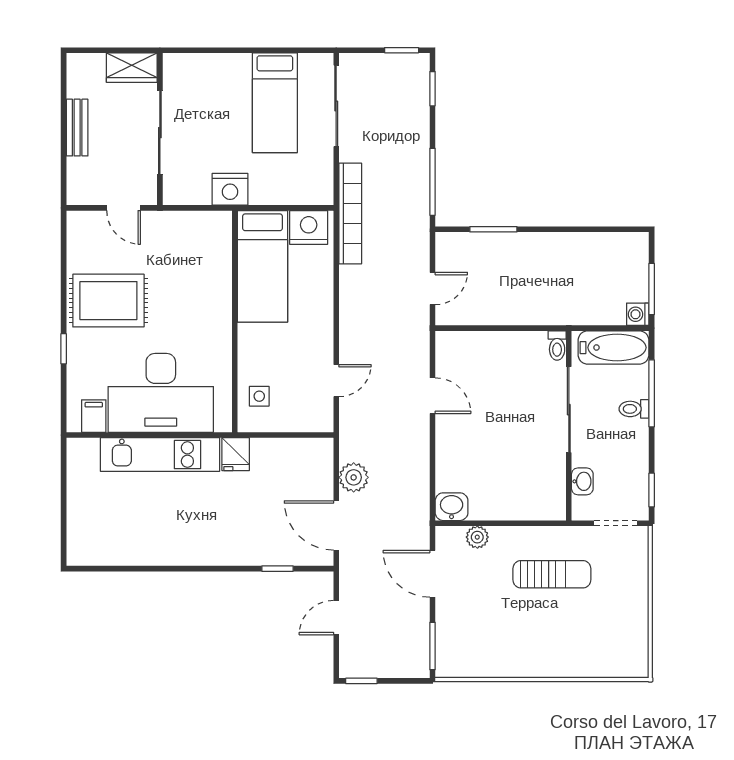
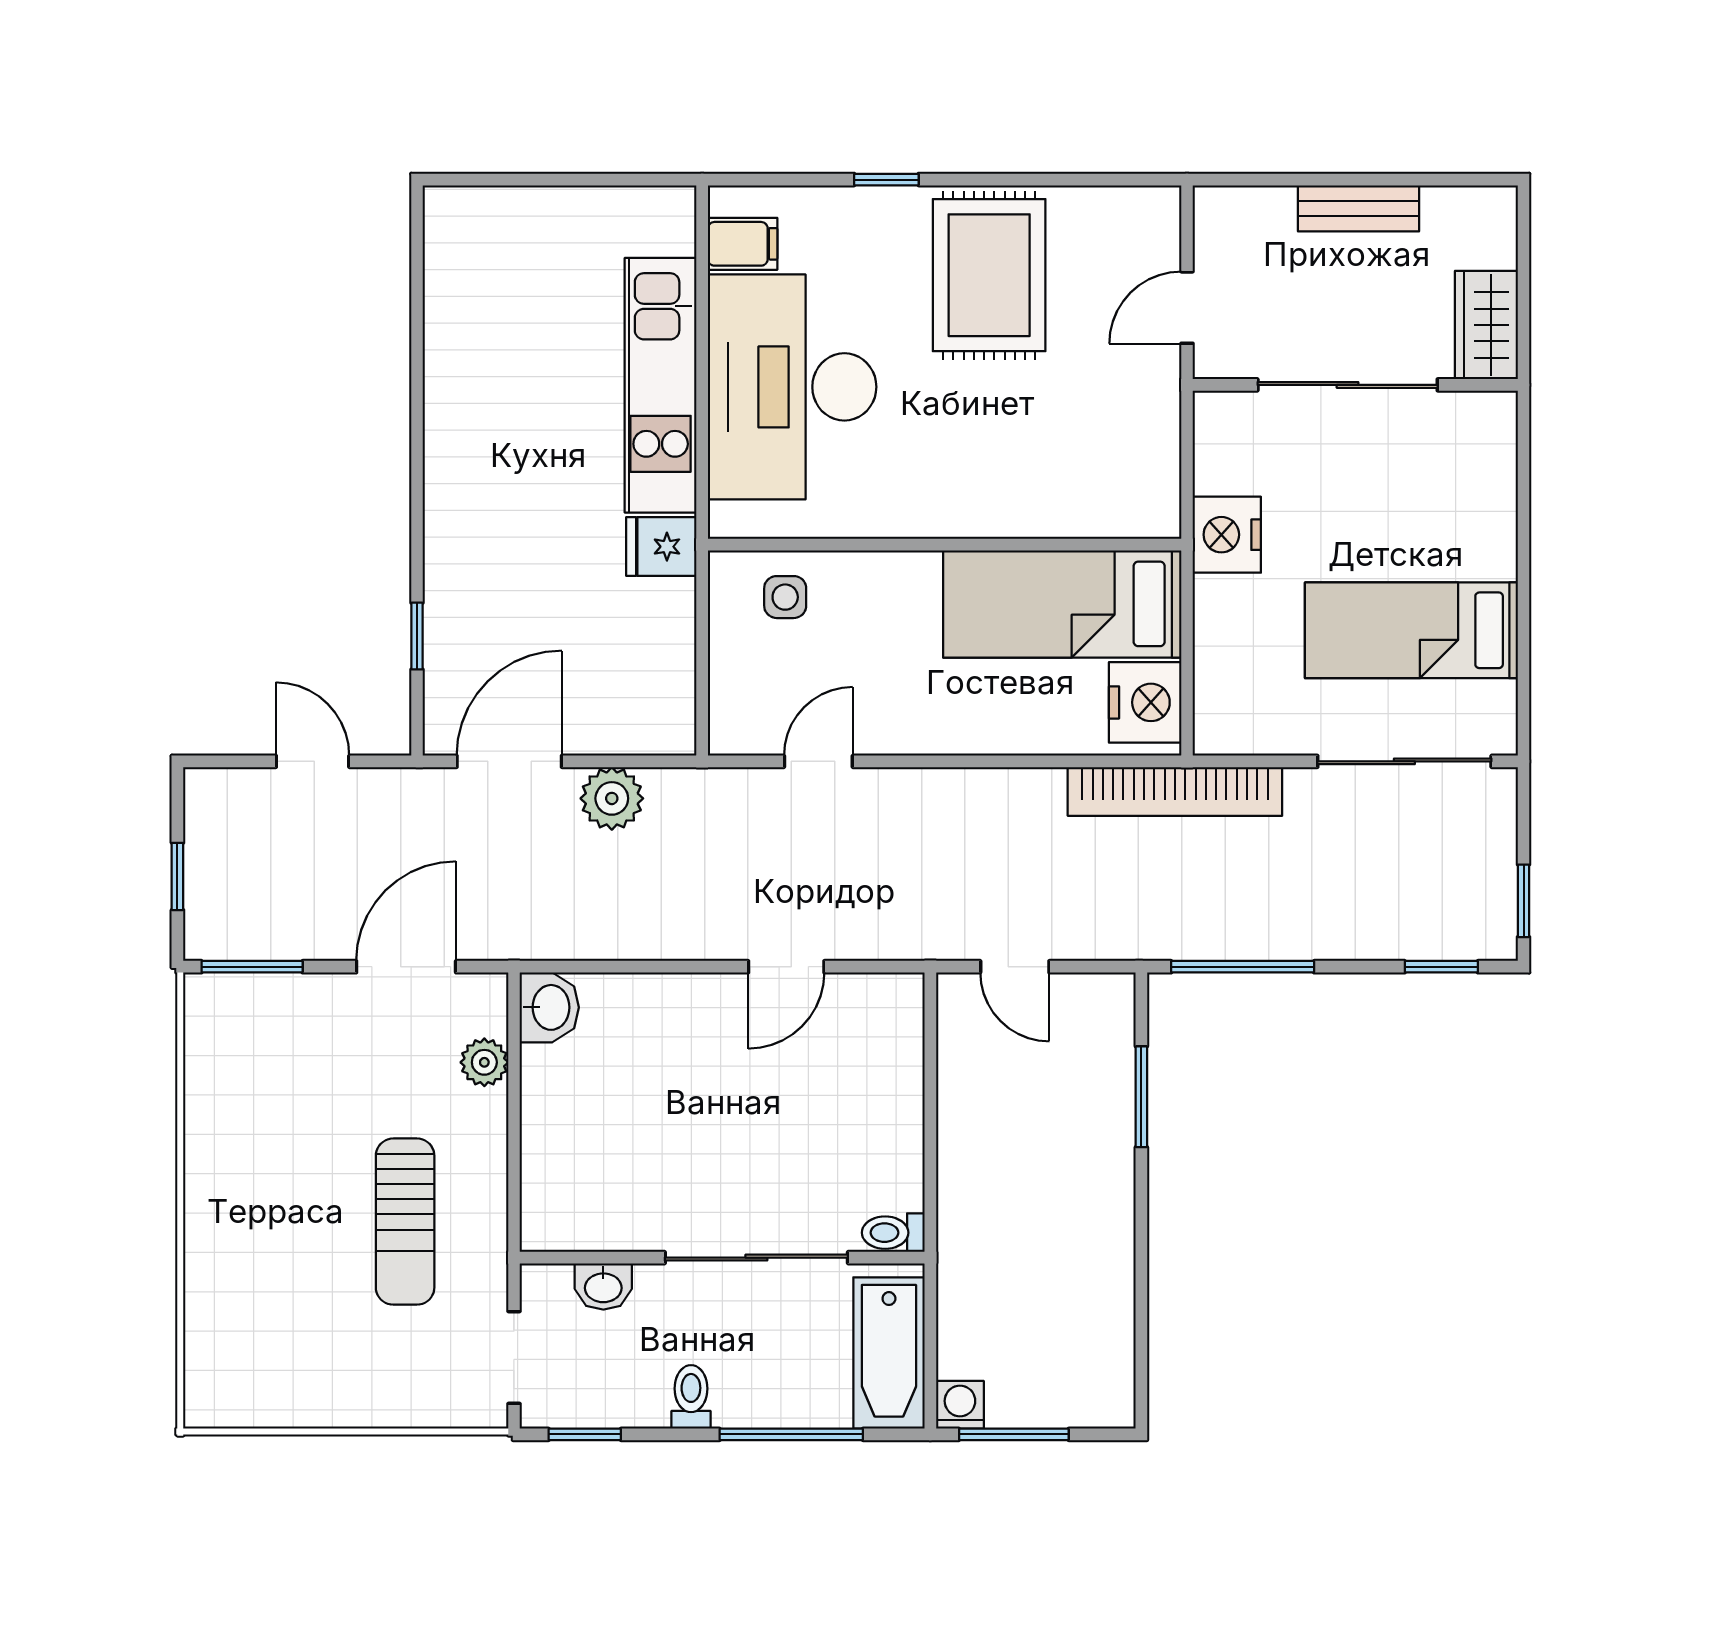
door: (336, 381) -> (818, 761), swing flipped
toilet: (634, 409) -> (691, 1397), moved
window: (361, 681) -> (177, 876), moved

